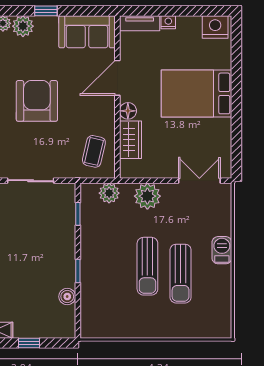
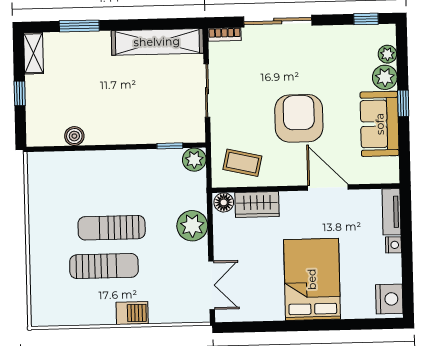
sofa: (87, 32) -> (380, 124), moved
armchair: (37, 101) -> (299, 118), moved, turned -90
floor lamp: (128, 111) -> (224, 202), moved
plant: (109, 193) -> (194, 160), moved
window: (78, 271) -> (104, 147), removed
sun lounger: (181, 274) -> (104, 266), turned 180

